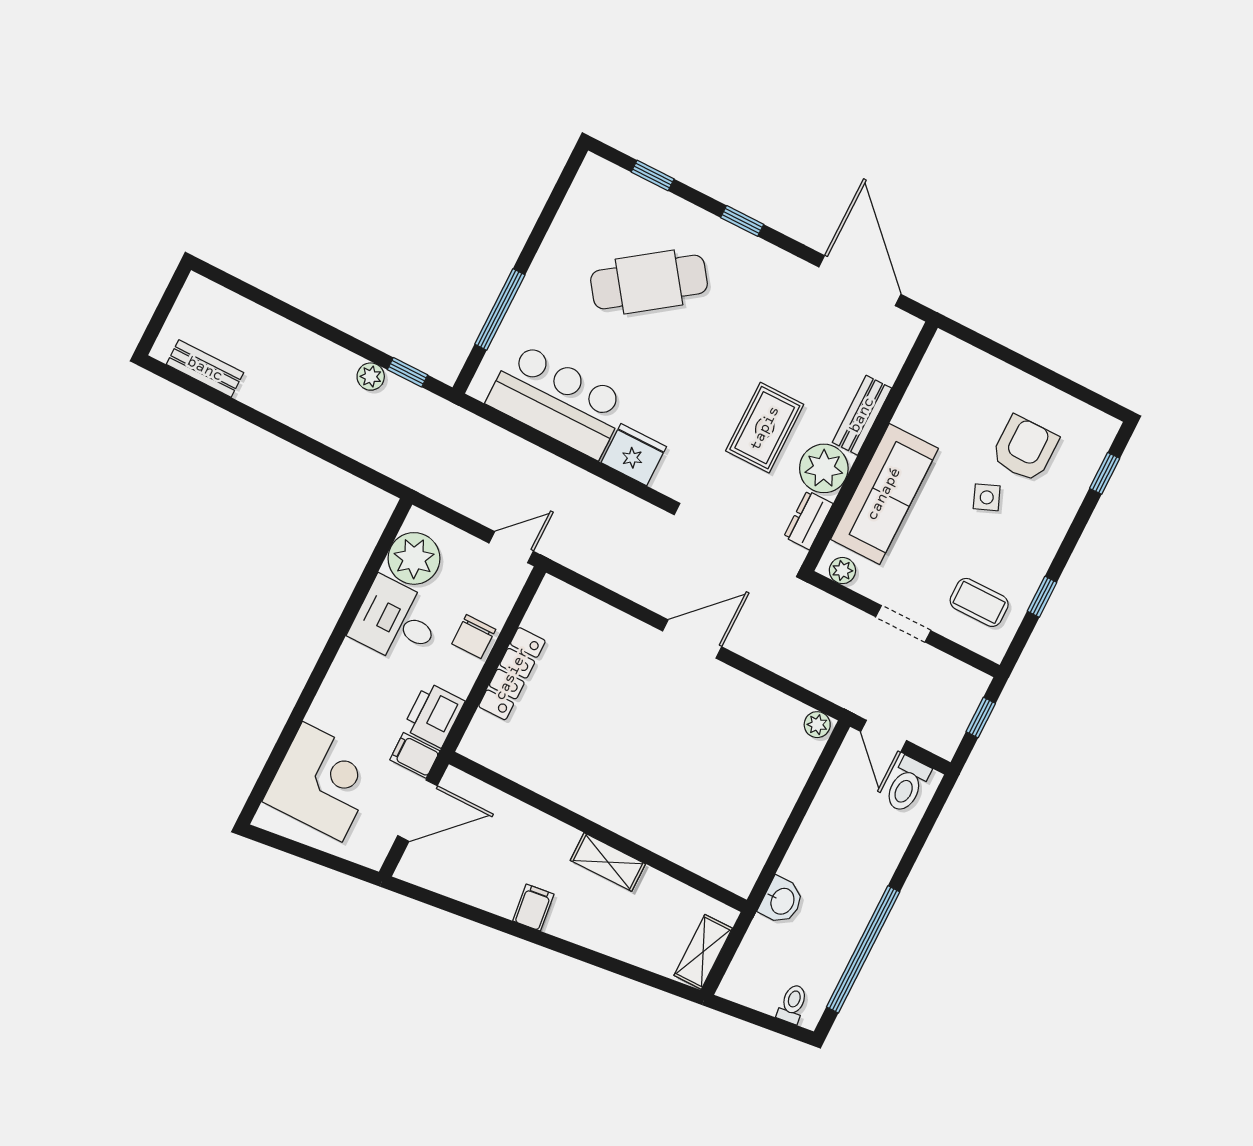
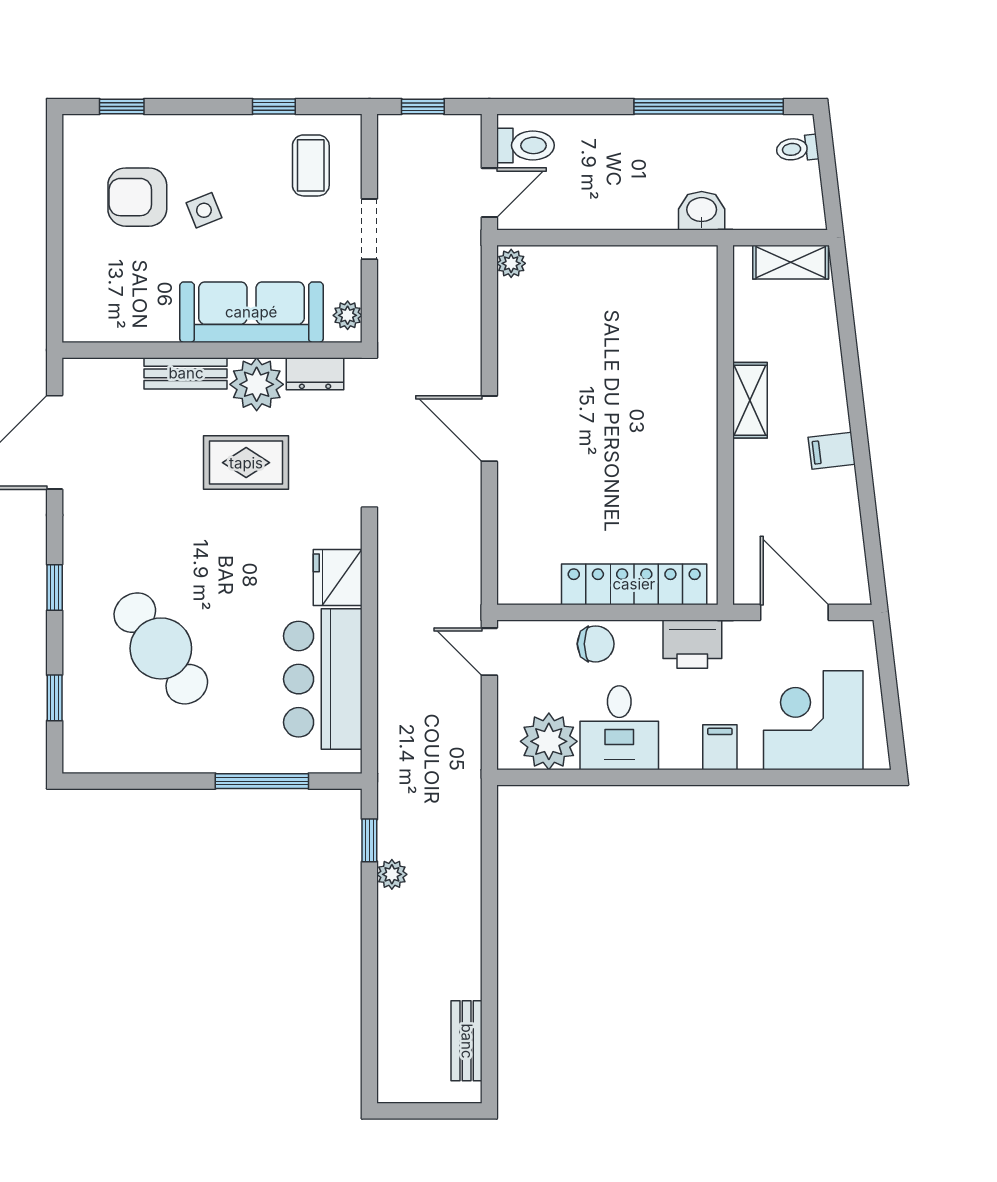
locker: (512, 674) -> (634, 584), width x1.41, depth x1.21
filing cabinet: (415, 755) -> (720, 747), moved, turned 180

